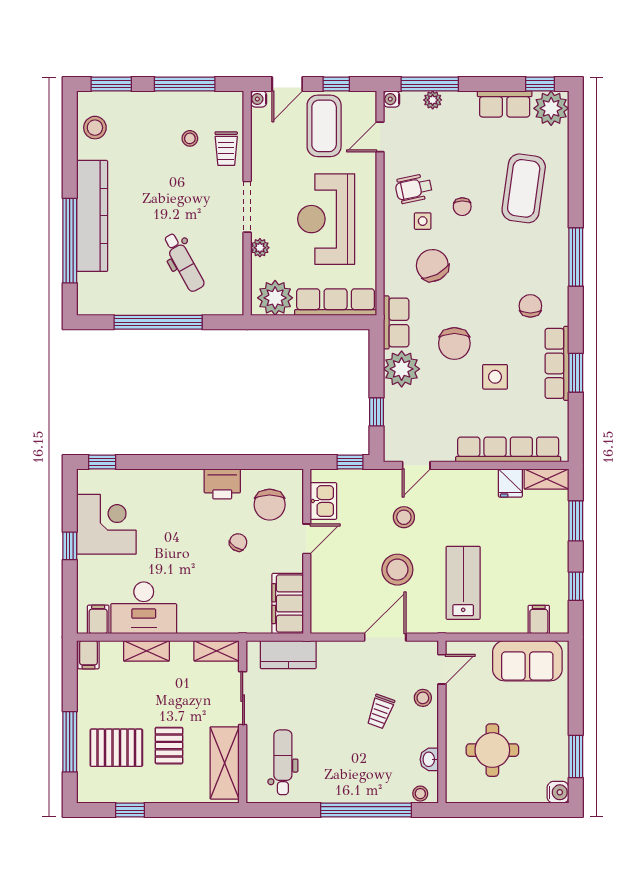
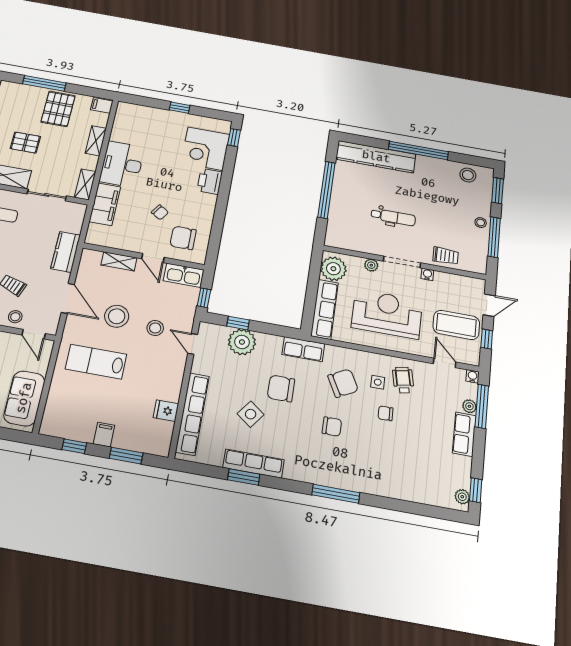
door: (287, 84) -> (489, 305), swing flipped
water cooler: (259, 99) -> (427, 274), moved
row of seats: (505, 104) -> (464, 434), moved
plant: (551, 108) -> (462, 497), width x0.53, depth x0.53
stool: (190, 138) -> (481, 223), moved
trolley: (226, 149) -> (446, 256), turned 180
coffee table: (524, 188) -> (395, 463), removed
kitchen counter: (92, 216) -> (376, 157), moved
window: (70, 241) -> (418, 150), moved
dental chair: (184, 262) -> (393, 217), moved, turned -151
chair: (530, 306) -> (332, 427), moved
plant: (402, 369) -> (242, 342), moved
side table: (495, 377) -> (251, 414), turned 37
shelving: (547, 479) -> (119, 261), moved, turned 90
printer: (222, 484) -> (210, 181), moved
kitchen sink: (323, 501) -> (184, 275), width x1.38
corner desk: (106, 524) -> (205, 149), moved, turned 90
lab bench: (463, 583) -> (96, 362), turned 180
filing cabinet: (288, 604) -> (105, 204), moved, turned 90
desk: (144, 608) -> (122, 164), moved
filing cabinet: (98, 619) -> (125, 115), removed
filing cabinet: (539, 620) -> (104, 435), moved, turned -90
kitchen counter: (288, 655) -> (66, 252), moved
pallet: (116, 748) -> (58, 109), moved

